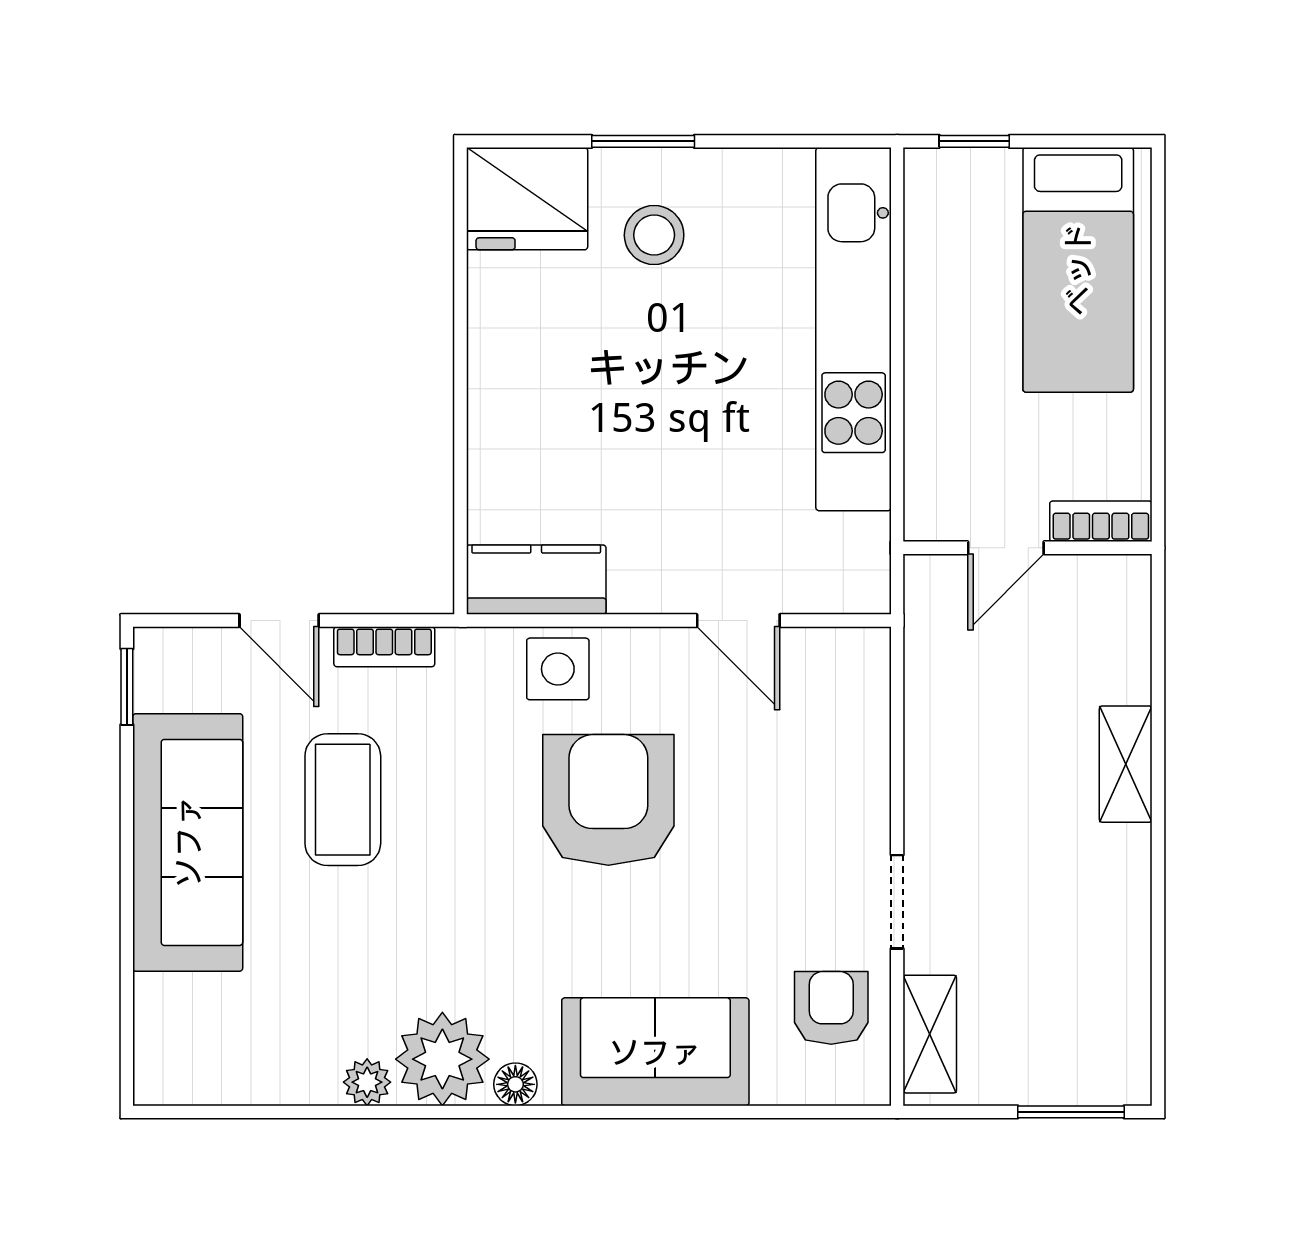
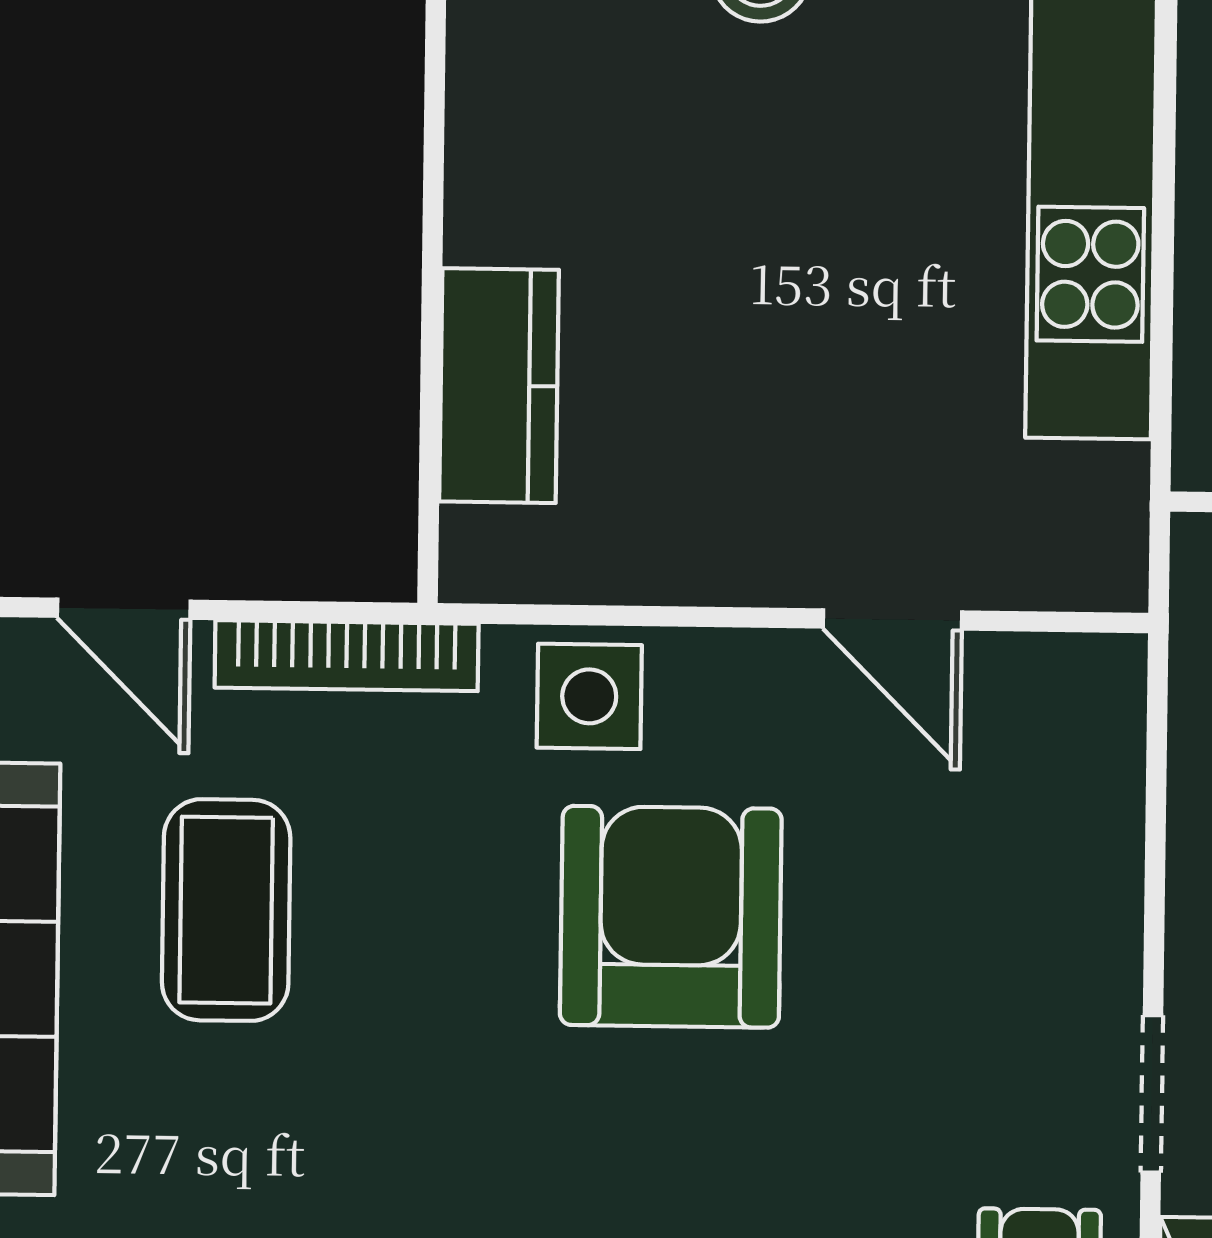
kitchen counter: (536, 580) -> (499, 386), moved, turned 90
bookcase: (384, 647) -> (347, 656), width x1.56

